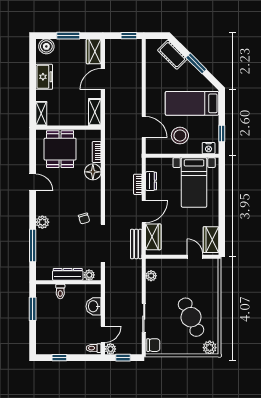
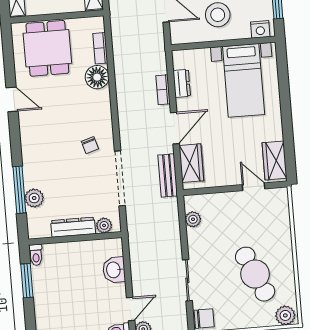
plant: (42, 222) -> (34, 198), moved
toilet: (60, 291) -> (36, 255), moved

